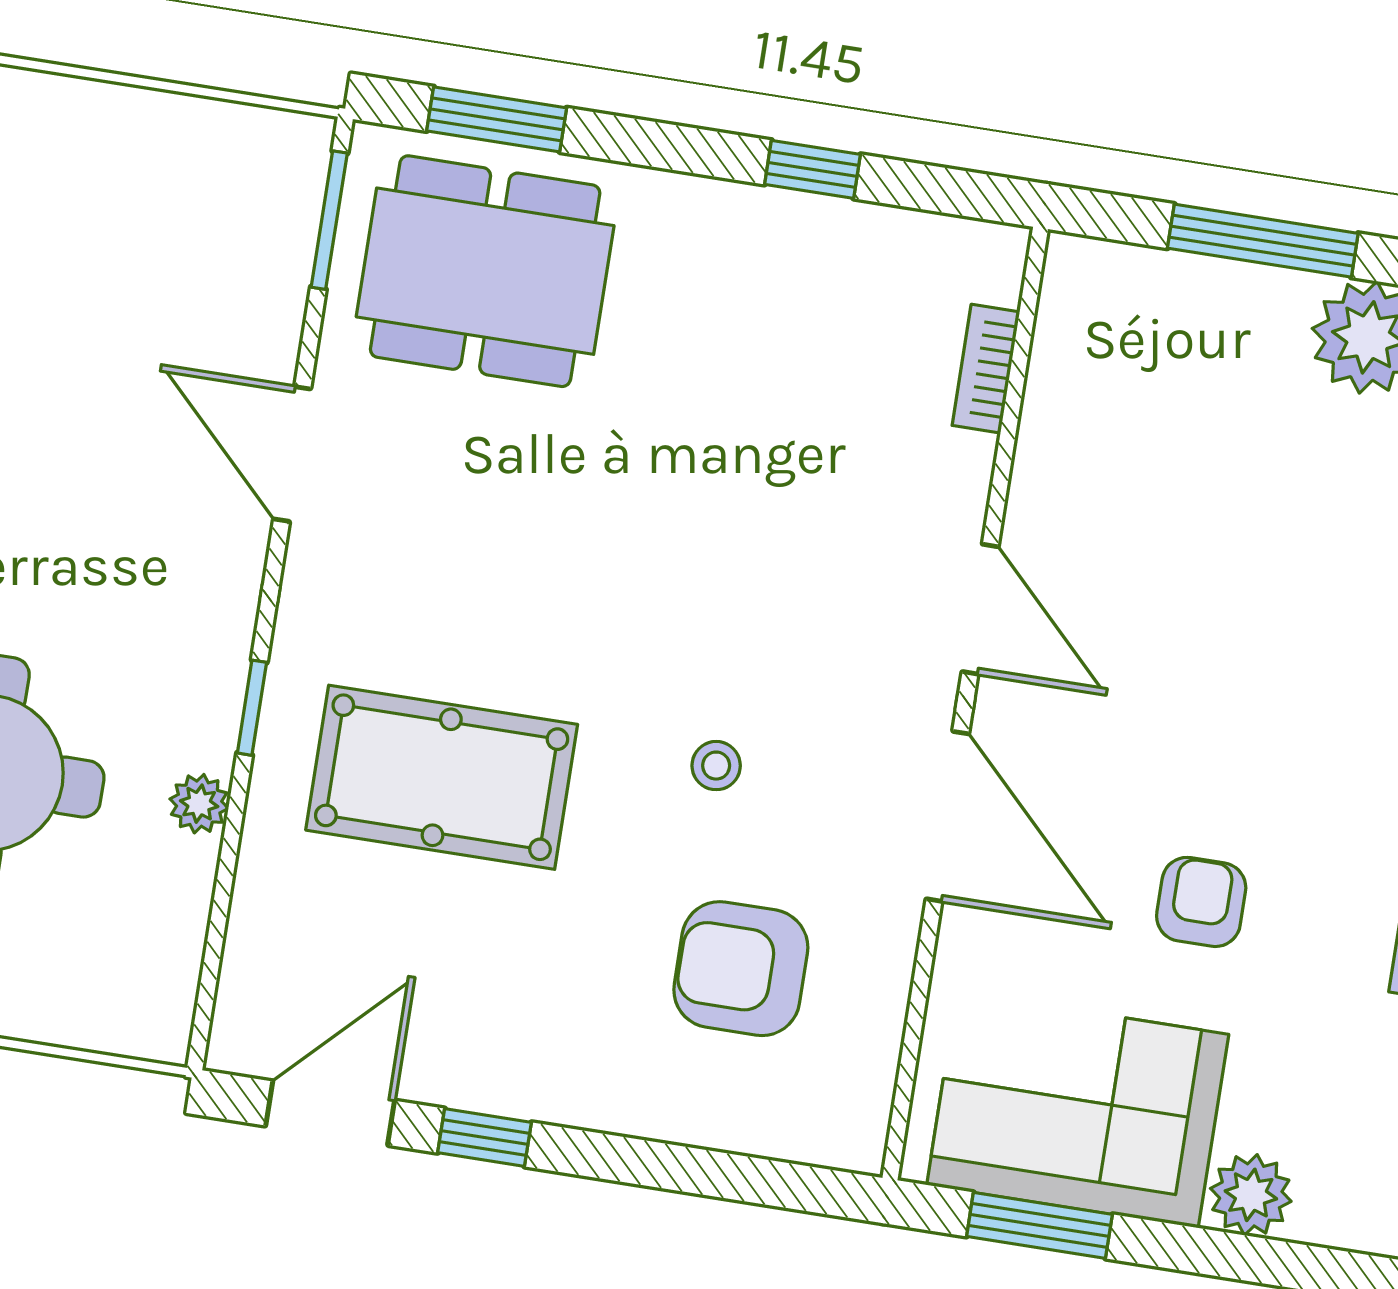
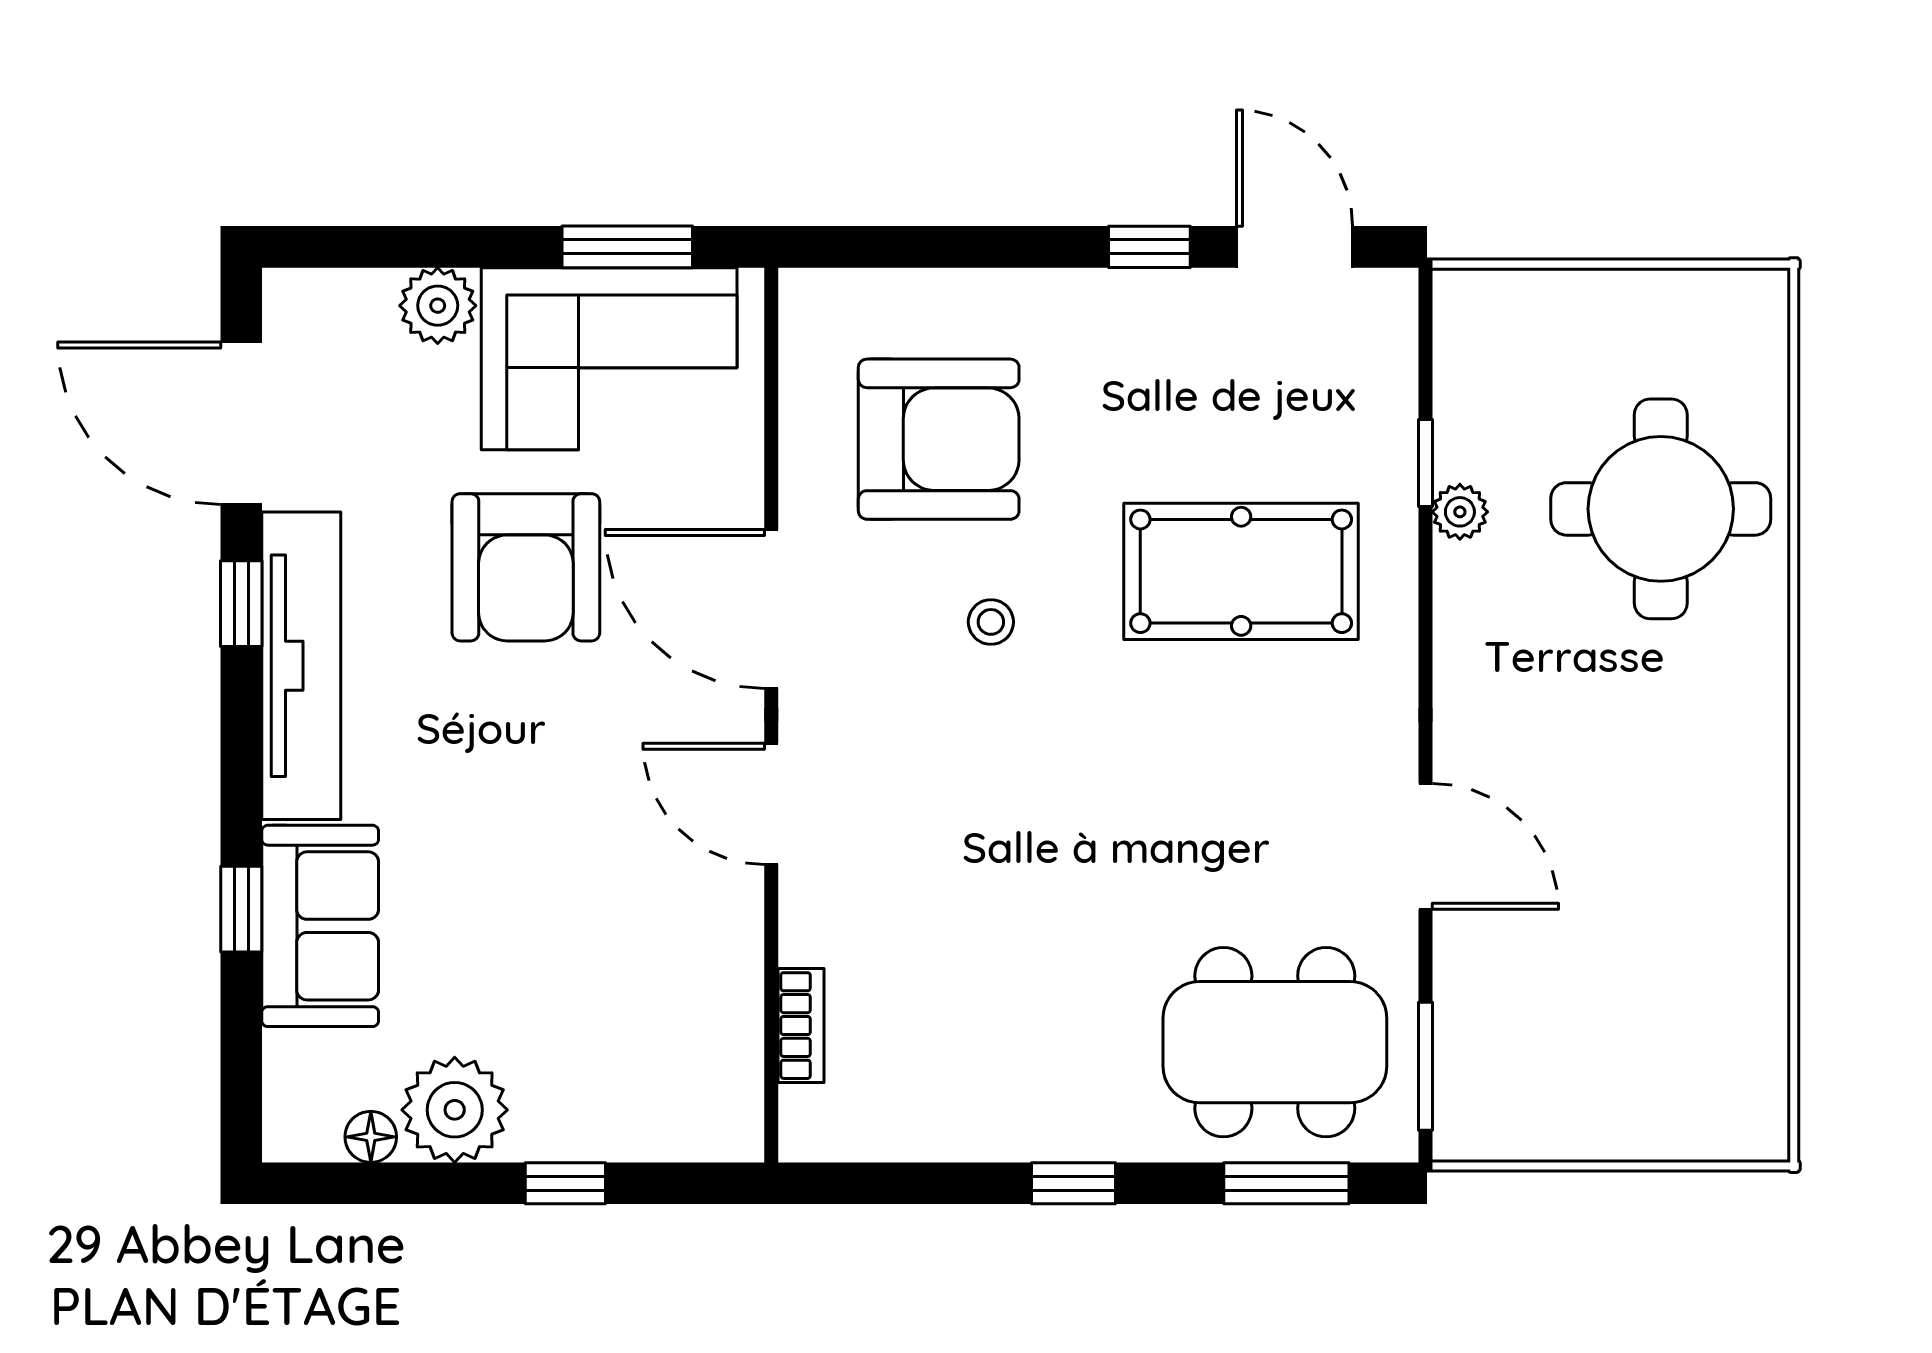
window: (812, 169) -> (1074, 1183), moved
window: (1263, 241) -> (565, 1183), width x0.46
window: (252, 708) -> (1425, 463), moved
armchair: (1201, 902) -> (526, 567), width x1.88, depth x1.88
armchair: (741, 969) -> (939, 439), width x1.36, depth x1.36
door: (330, 1113) -> (1295, 247), swing flipped

